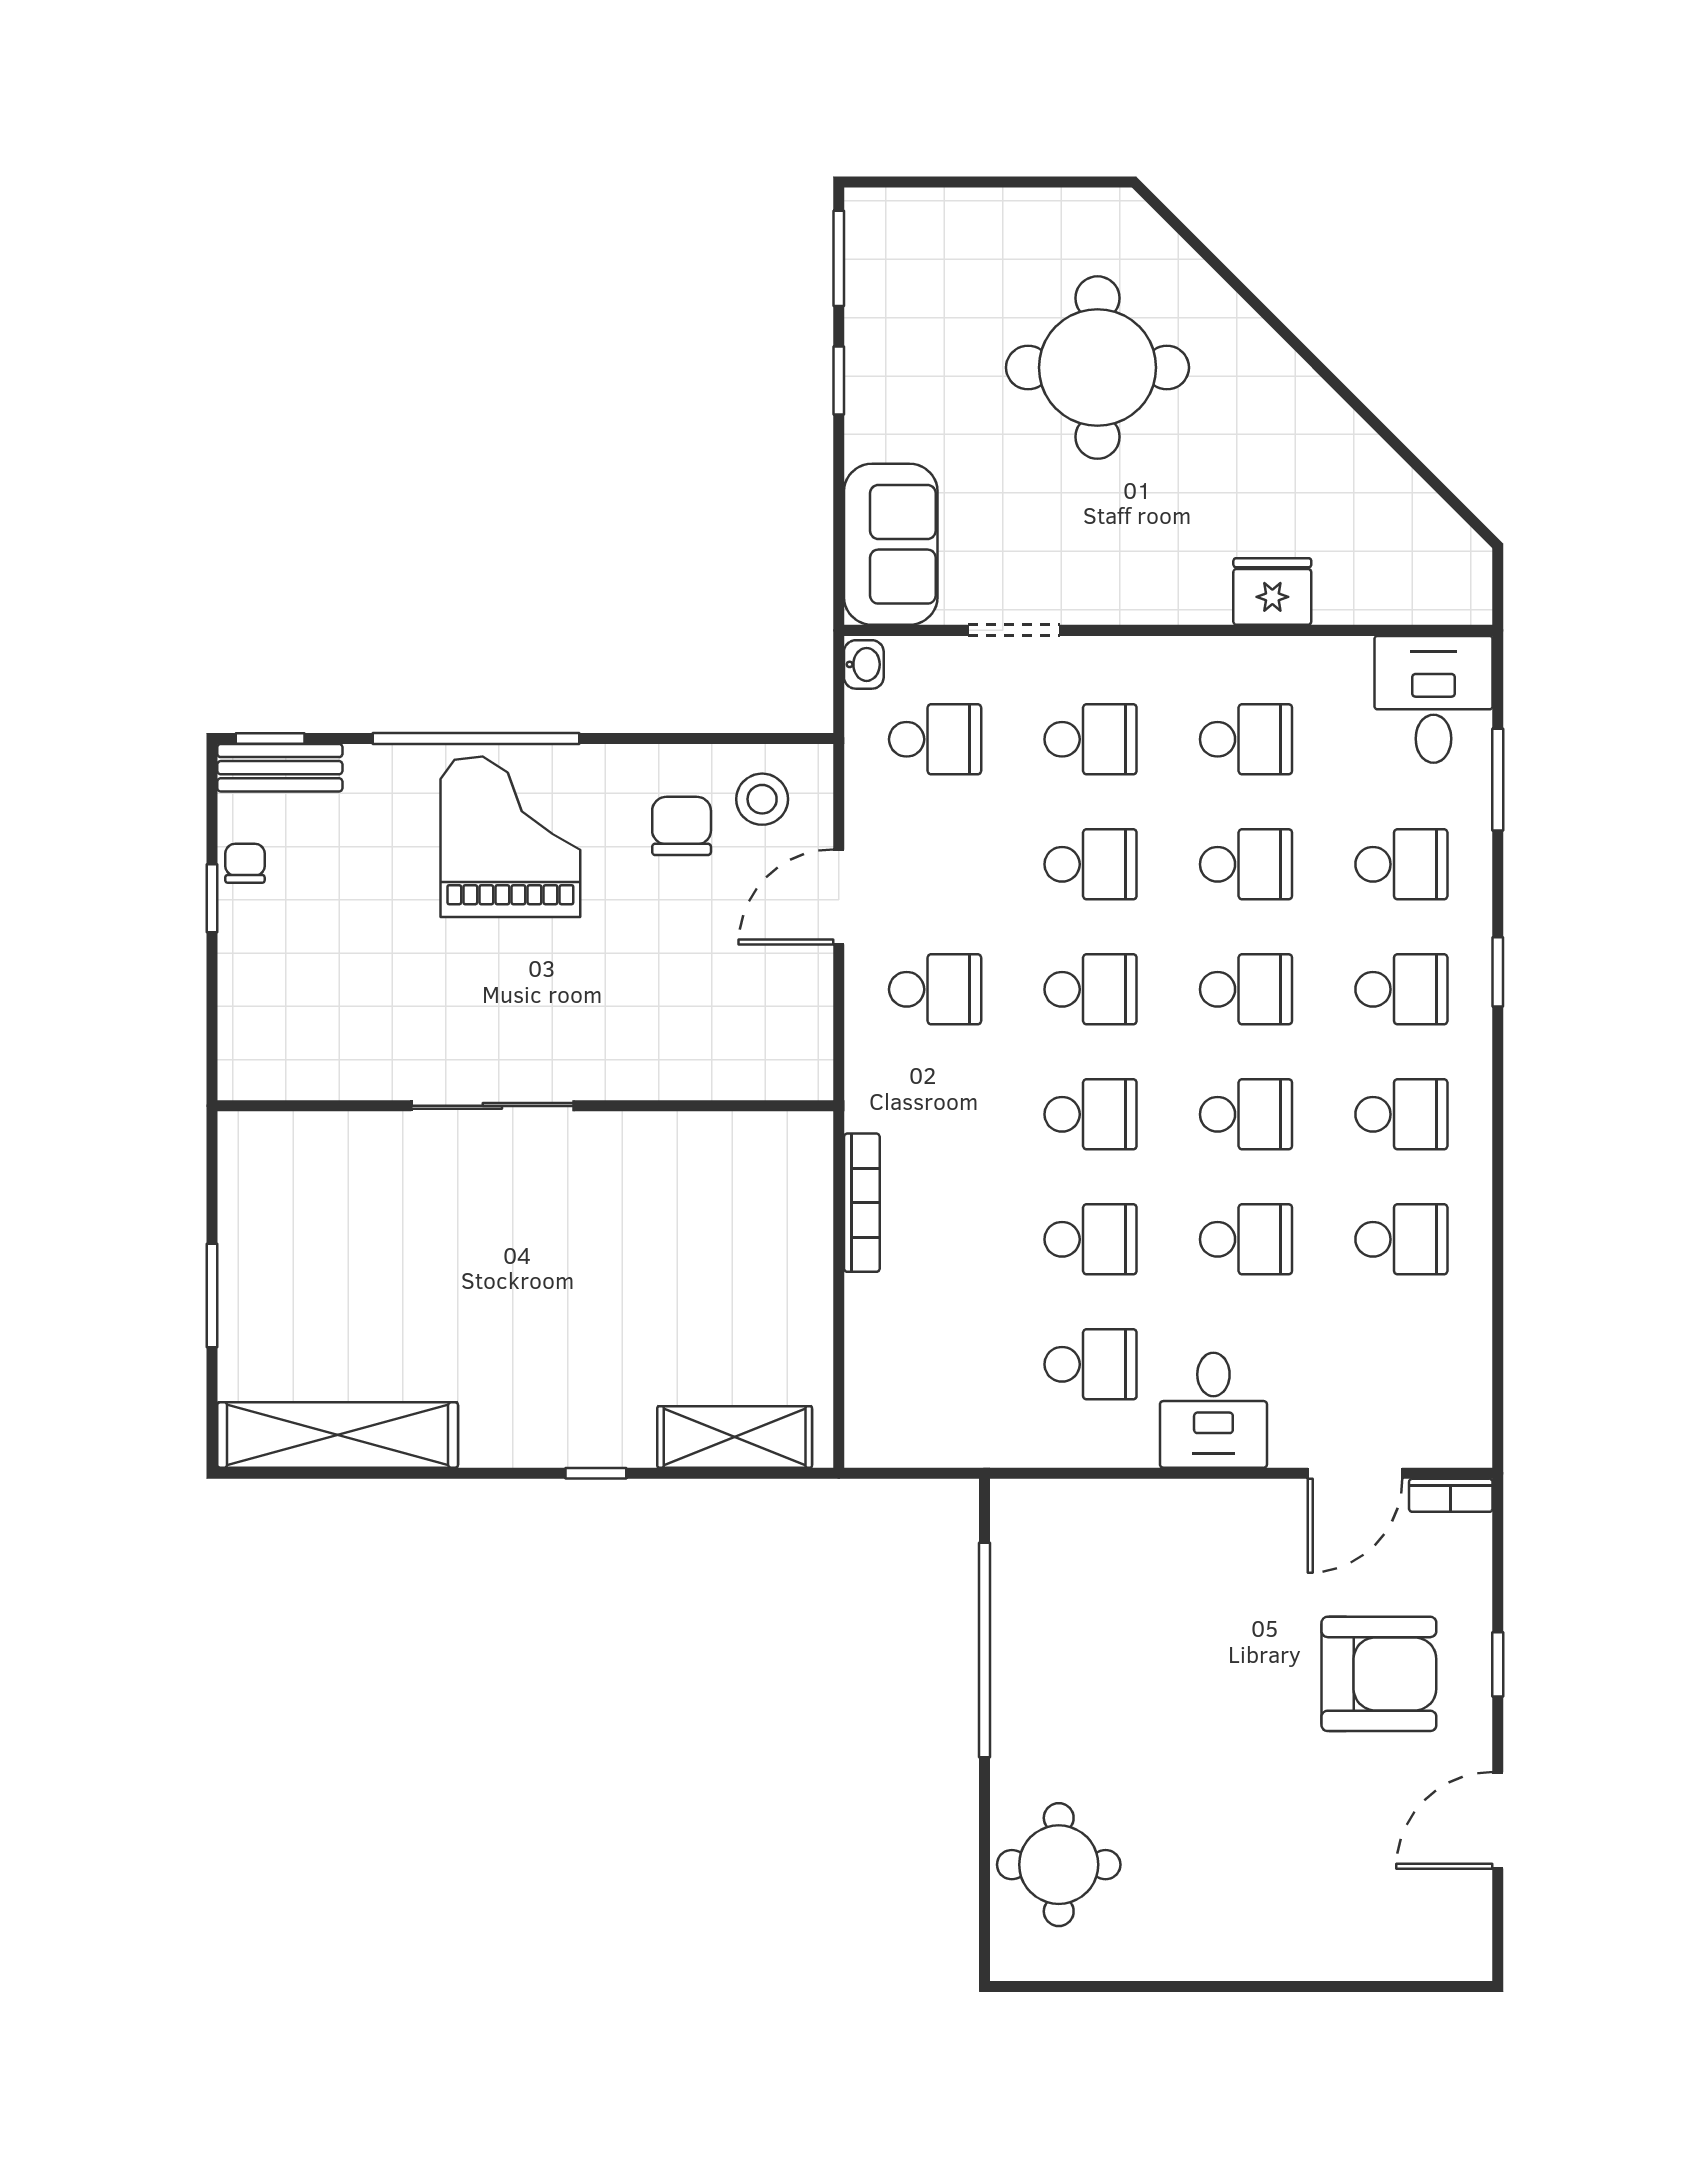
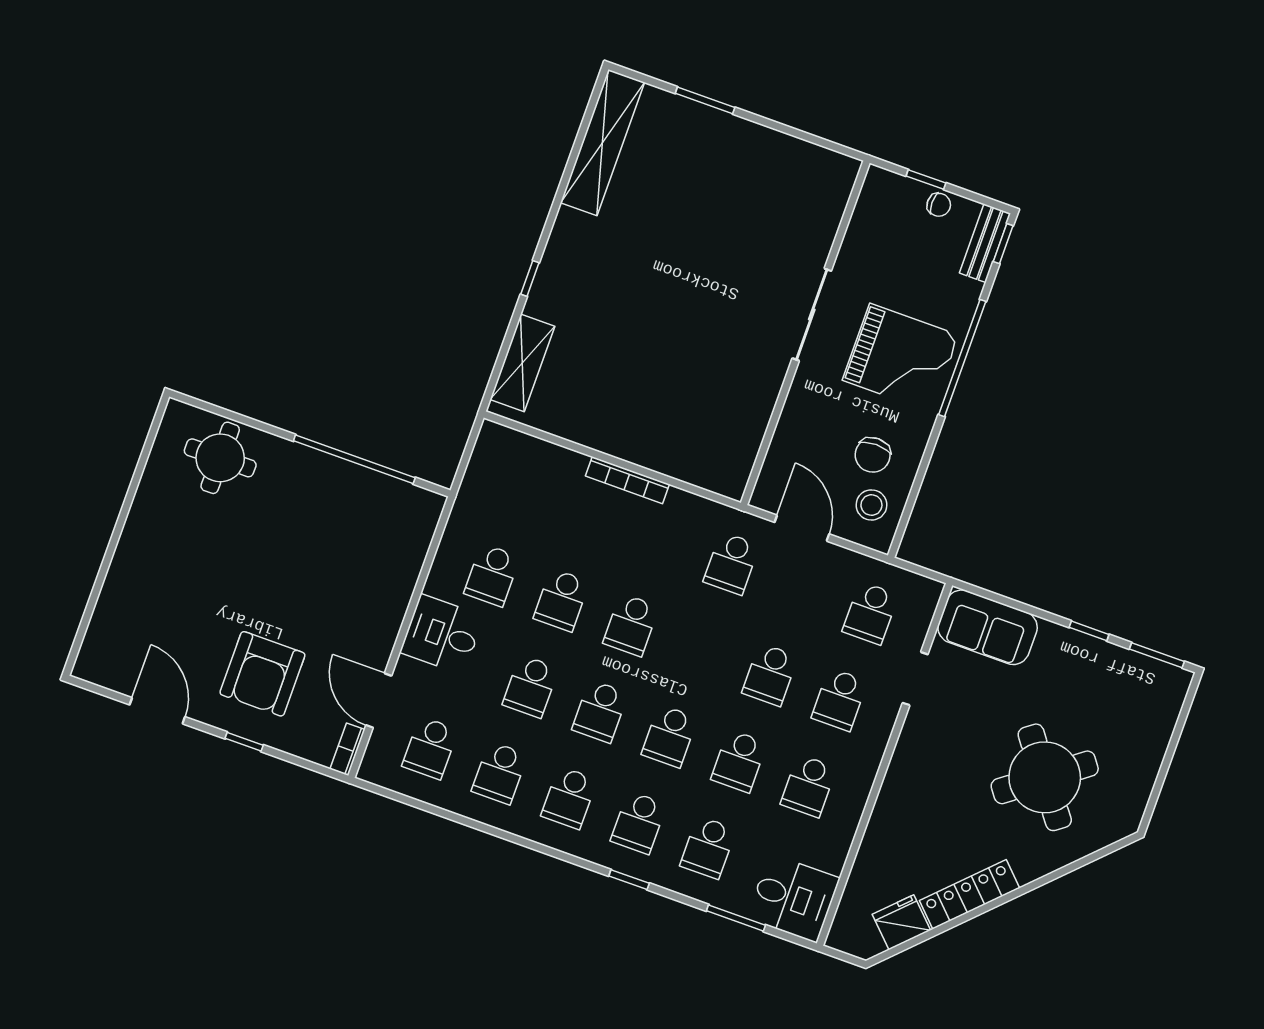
round table: (1097, 368) -> (1045, 777), turned -37
locker: (1327, 421) -> (969, 894), added
fridge: (1272, 592) -> (901, 922), moved, turned -135
washbasin: (864, 664) -> (926, 588), removed
chair: (682, 826) -> (873, 455), turned 90
school desk: (1091, 989) -> (430, 748), moved
sliding door: (492, 1106) -> (812, 315), moved
wall: (525, 1106) -> (805, 333), moved

